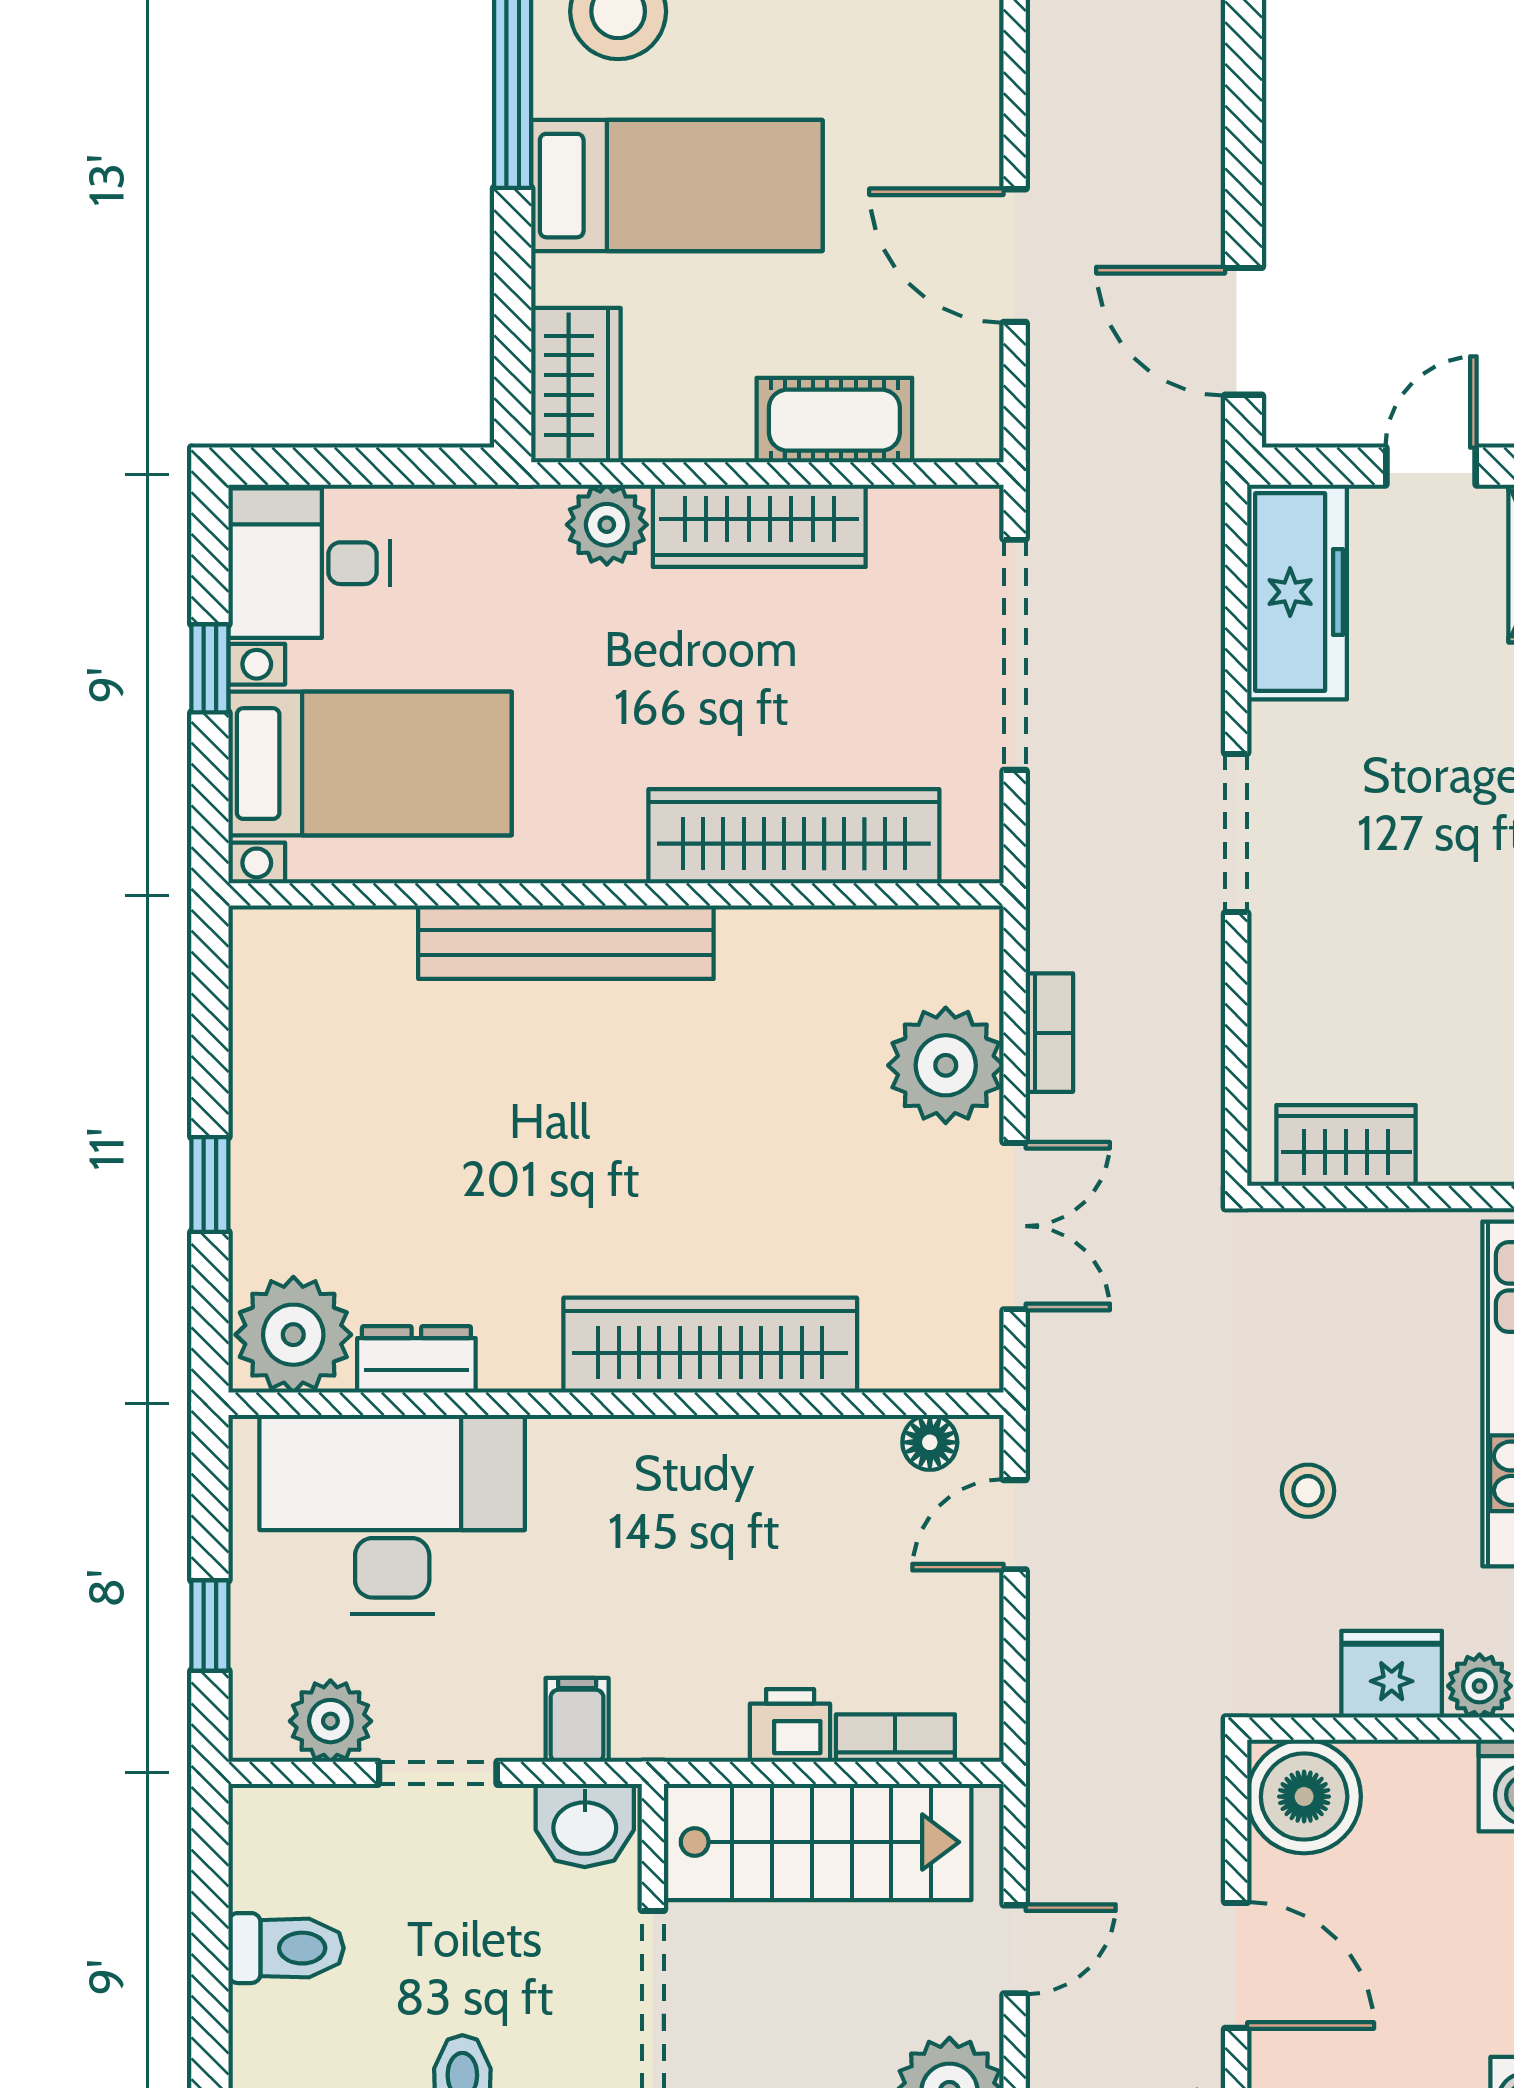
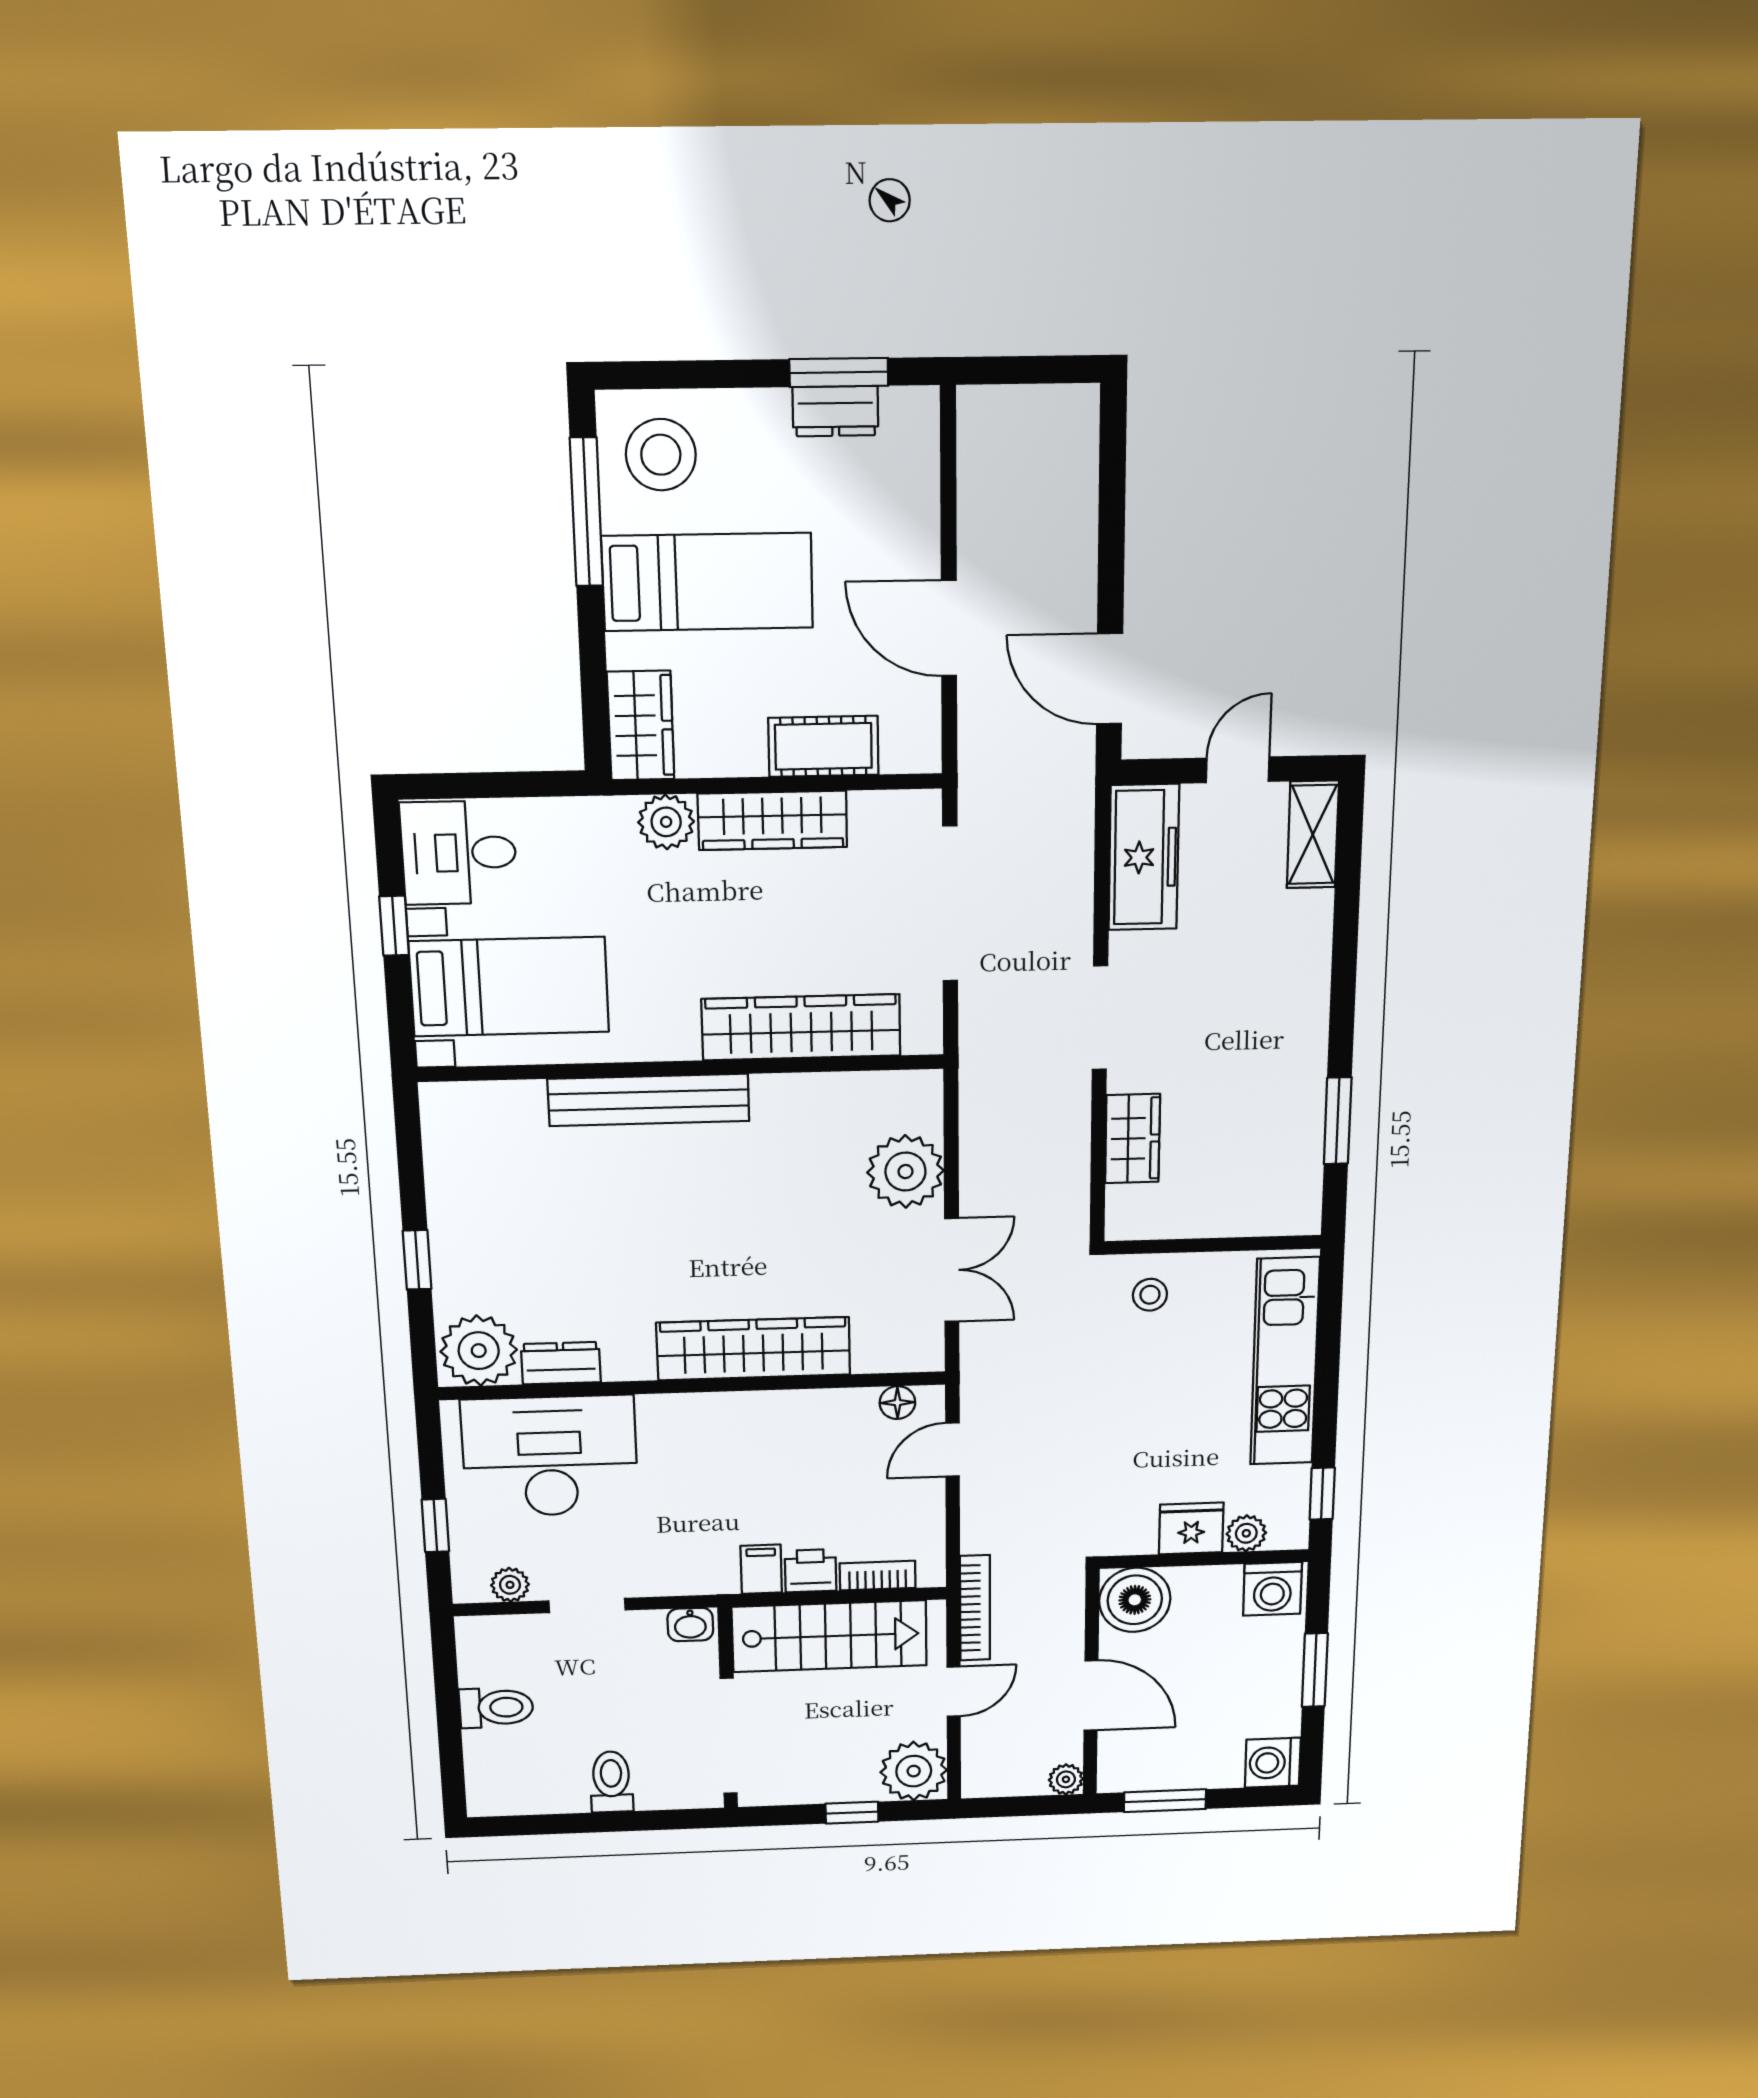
bookcase: (1049, 1033) -> (975, 1608), moved, width x1.56
wardrobe: (1346, 1146) -> (1132, 1139), moved, turned 90
stool: (1308, 1491) -> (1150, 1295), moved
filing cabinet: (577, 1720) -> (761, 1569), moved
plant: (330, 1721) -> (510, 1585), width x0.73, depth x0.73
washbasin: (585, 1826) -> (690, 1625), width x0.72, depth x0.69

